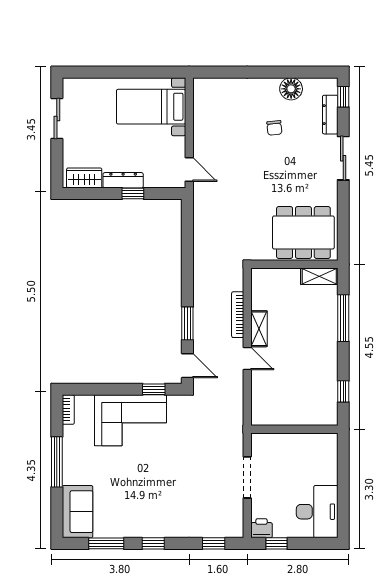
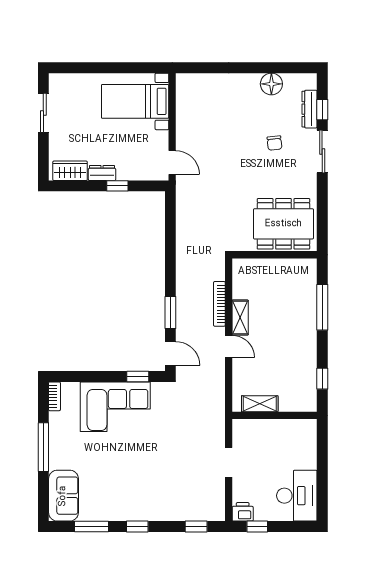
window: (343, 97) -> (322, 110), moved
chair: (274, 128) -> (274, 143), moved
dresser: (123, 180) -> (102, 173), width x0.70
shelving: (319, 276) -> (260, 404), moved
doorway: (247, 477) -> (229, 462), width x0.73

